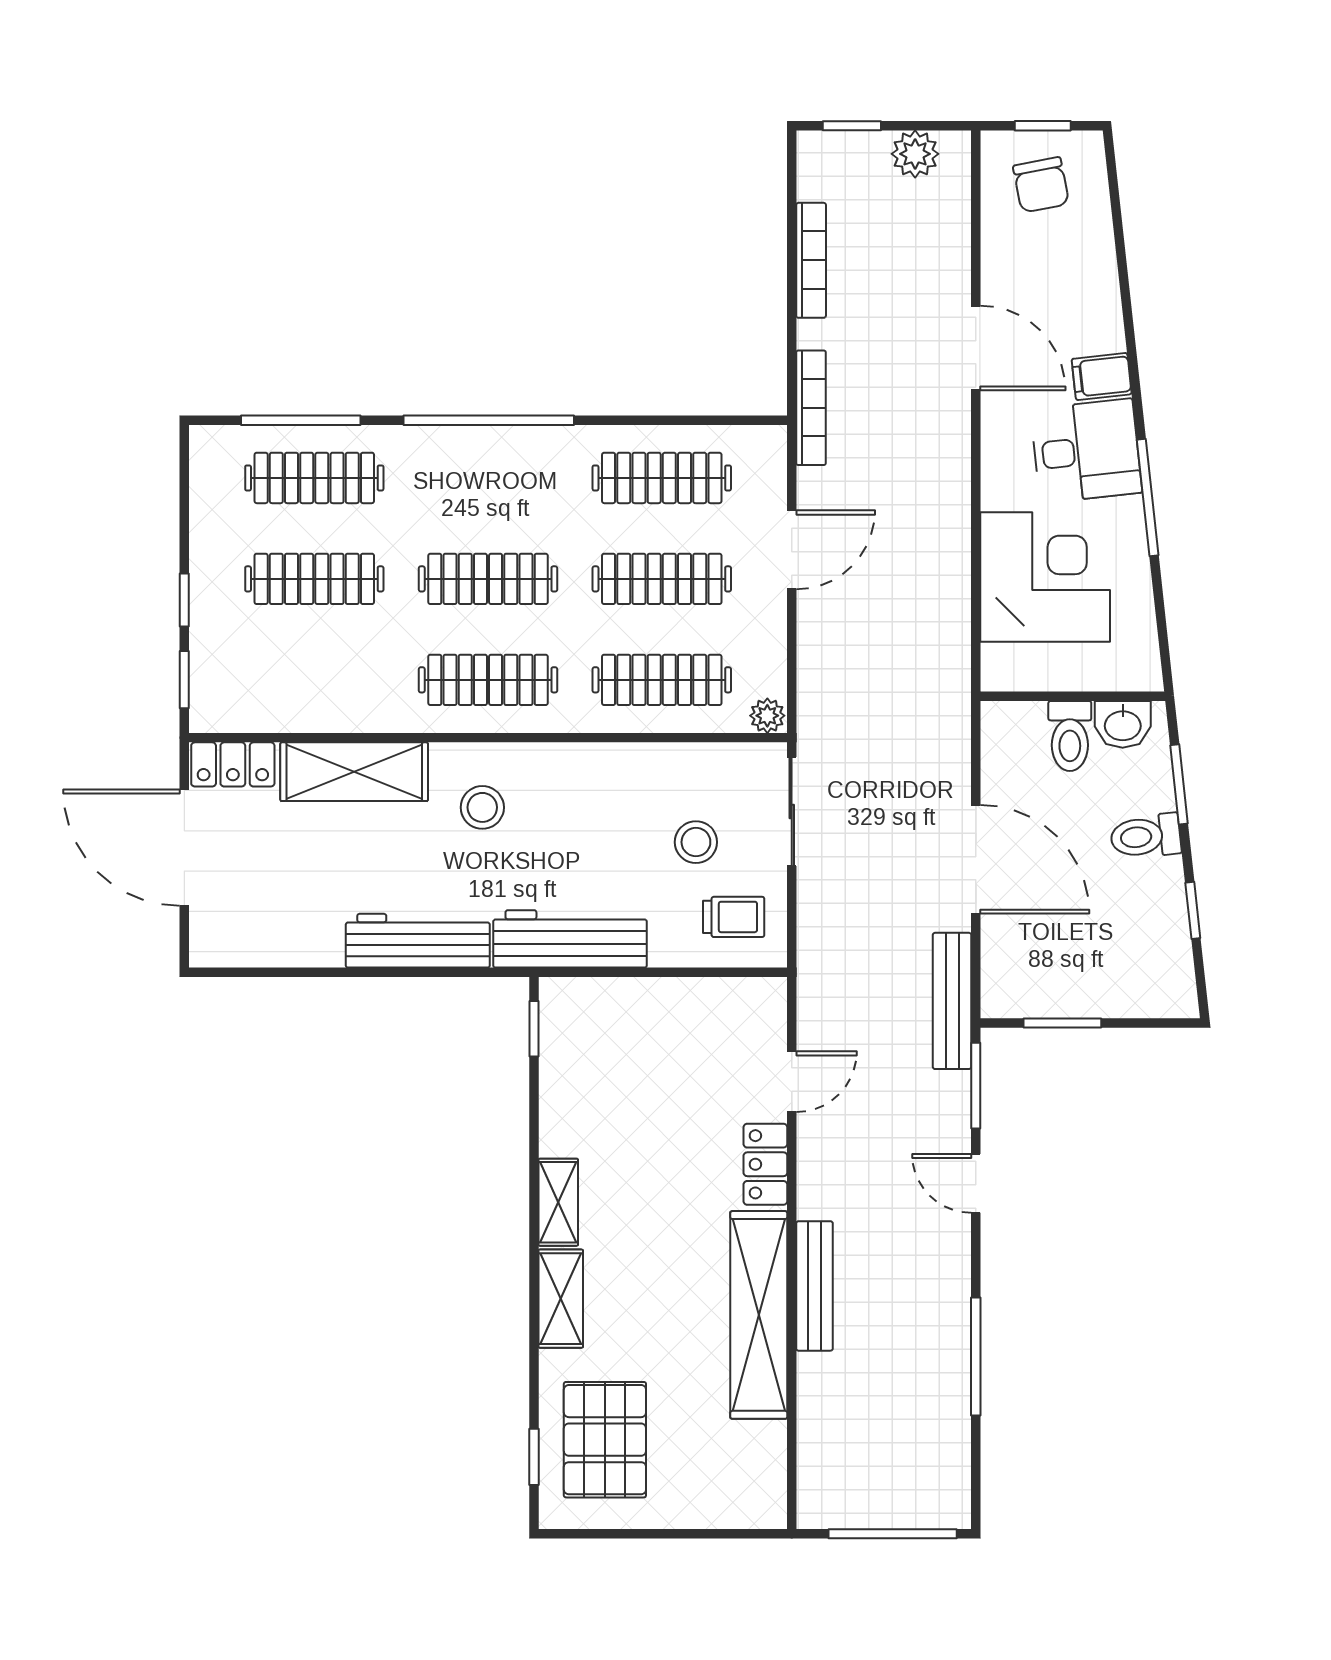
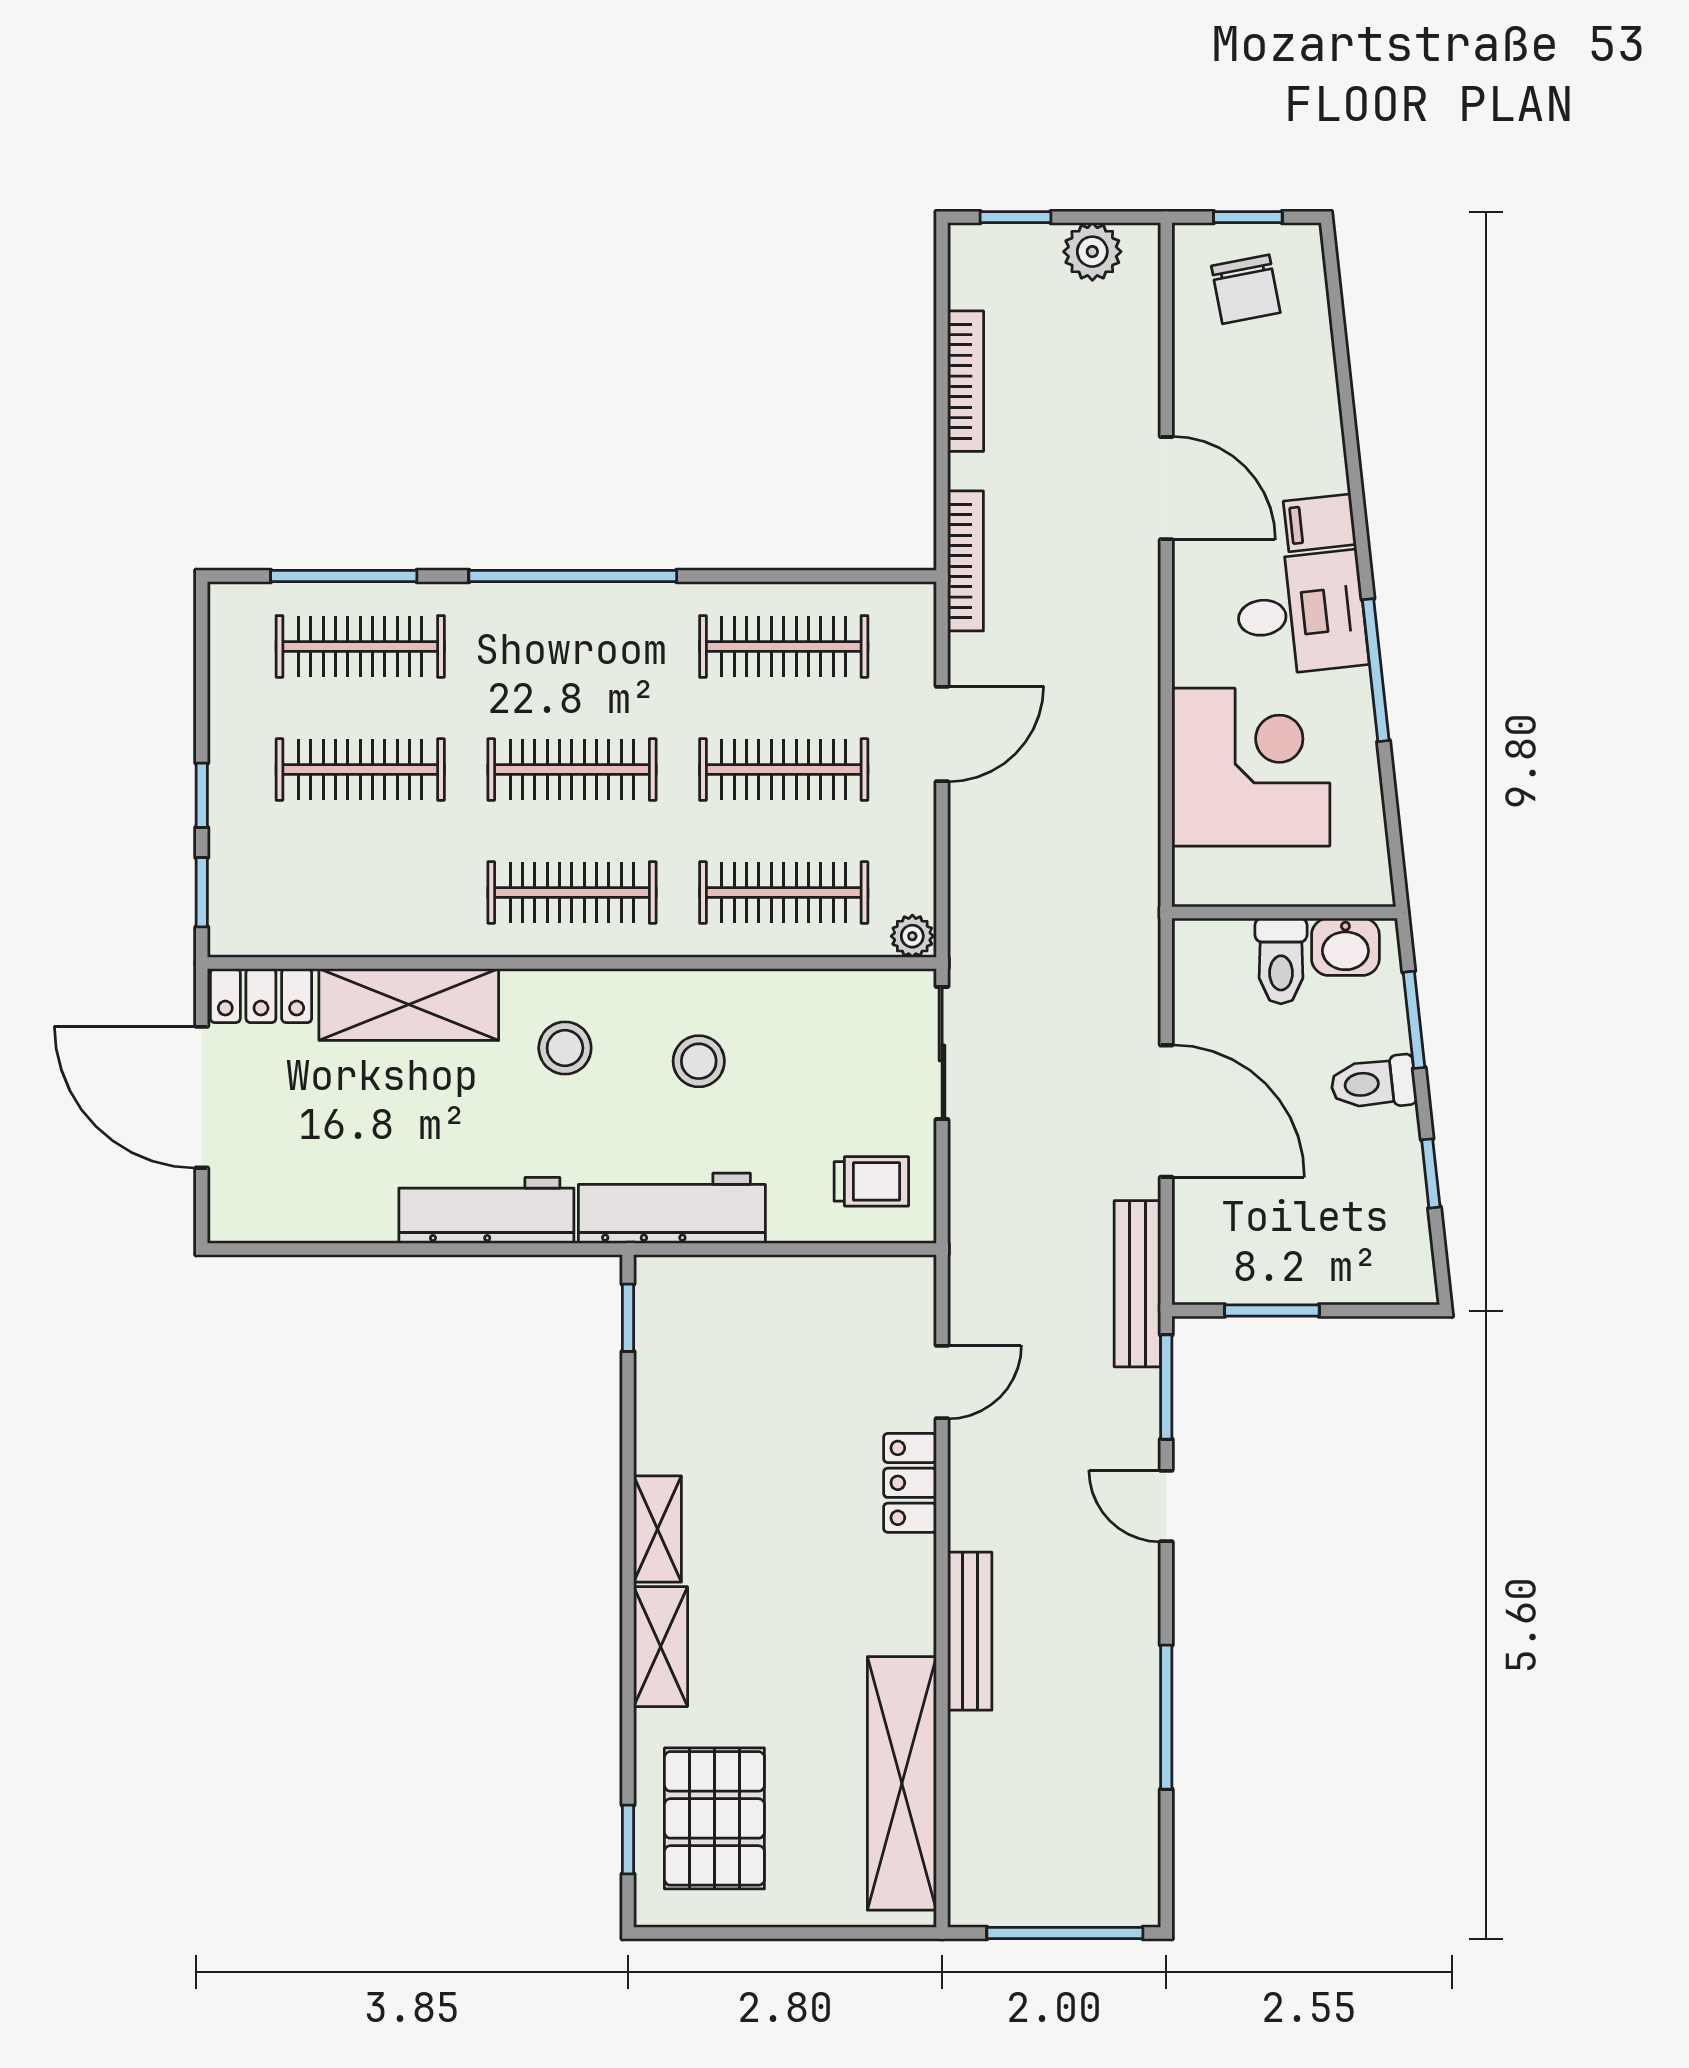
stool: (696, 842) -> (699, 1061), moved
shelving: (759, 1315) -> (902, 1783), moved

